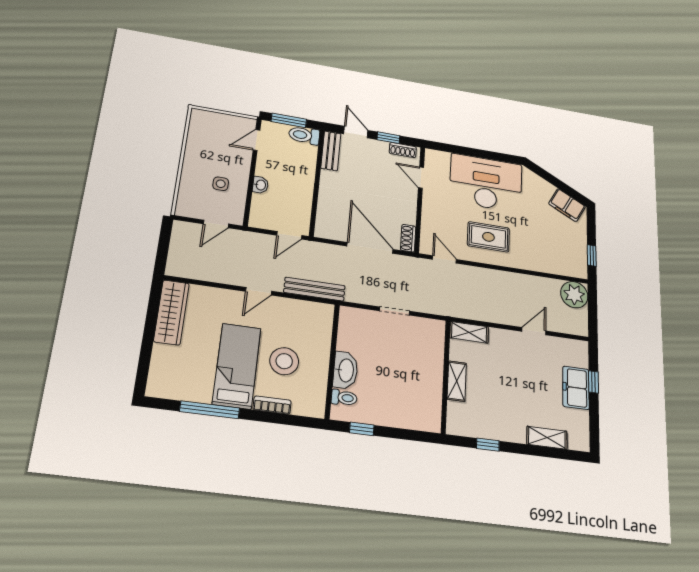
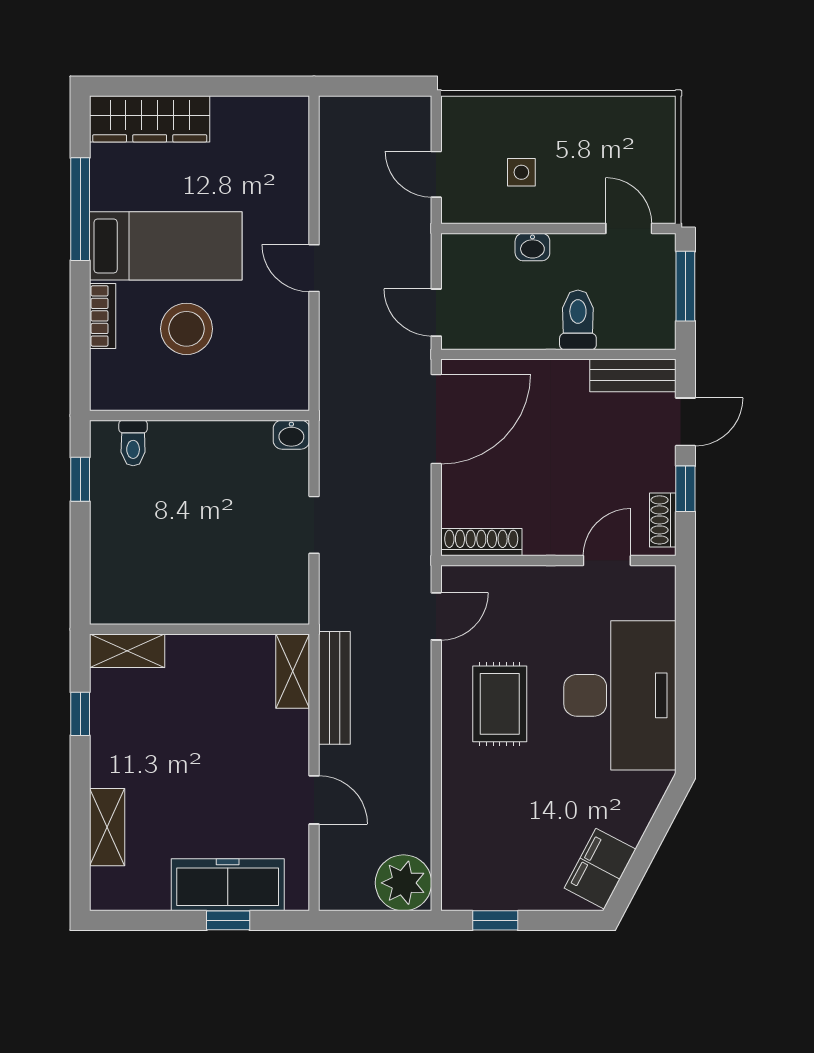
toilet: (304, 135) -> (578, 320), moved
shoe rack: (408, 238) -> (481, 542), width x1.43
door: (370, 248) -> (436, 419), moved
bench: (314, 289) -> (334, 688), moved
wardrobe: (171, 312) -> (150, 119), moved
washbasin: (345, 370) -> (291, 435), moved, width x0.52, depth x0.69
shelving: (457, 381) -> (127, 651), moved
freezer: (576, 388) -> (228, 885), width x1.40

